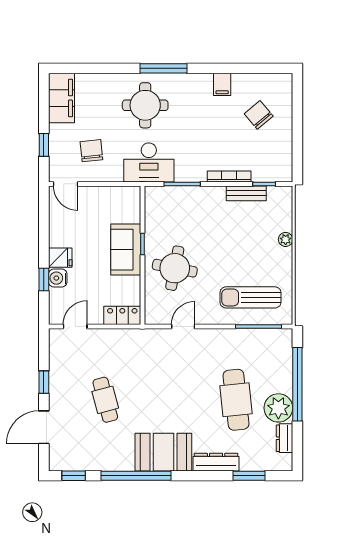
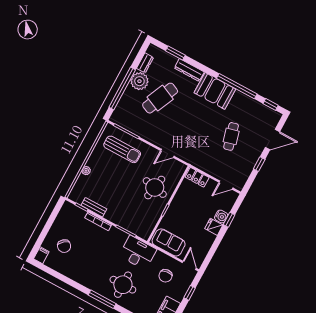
filing cabinet: (222, 84) -> (41, 255), moved
sofa: (126, 250) -> (169, 242), moved, turned -90
cafe table: (236, 400) -> (160, 98), turned 30

